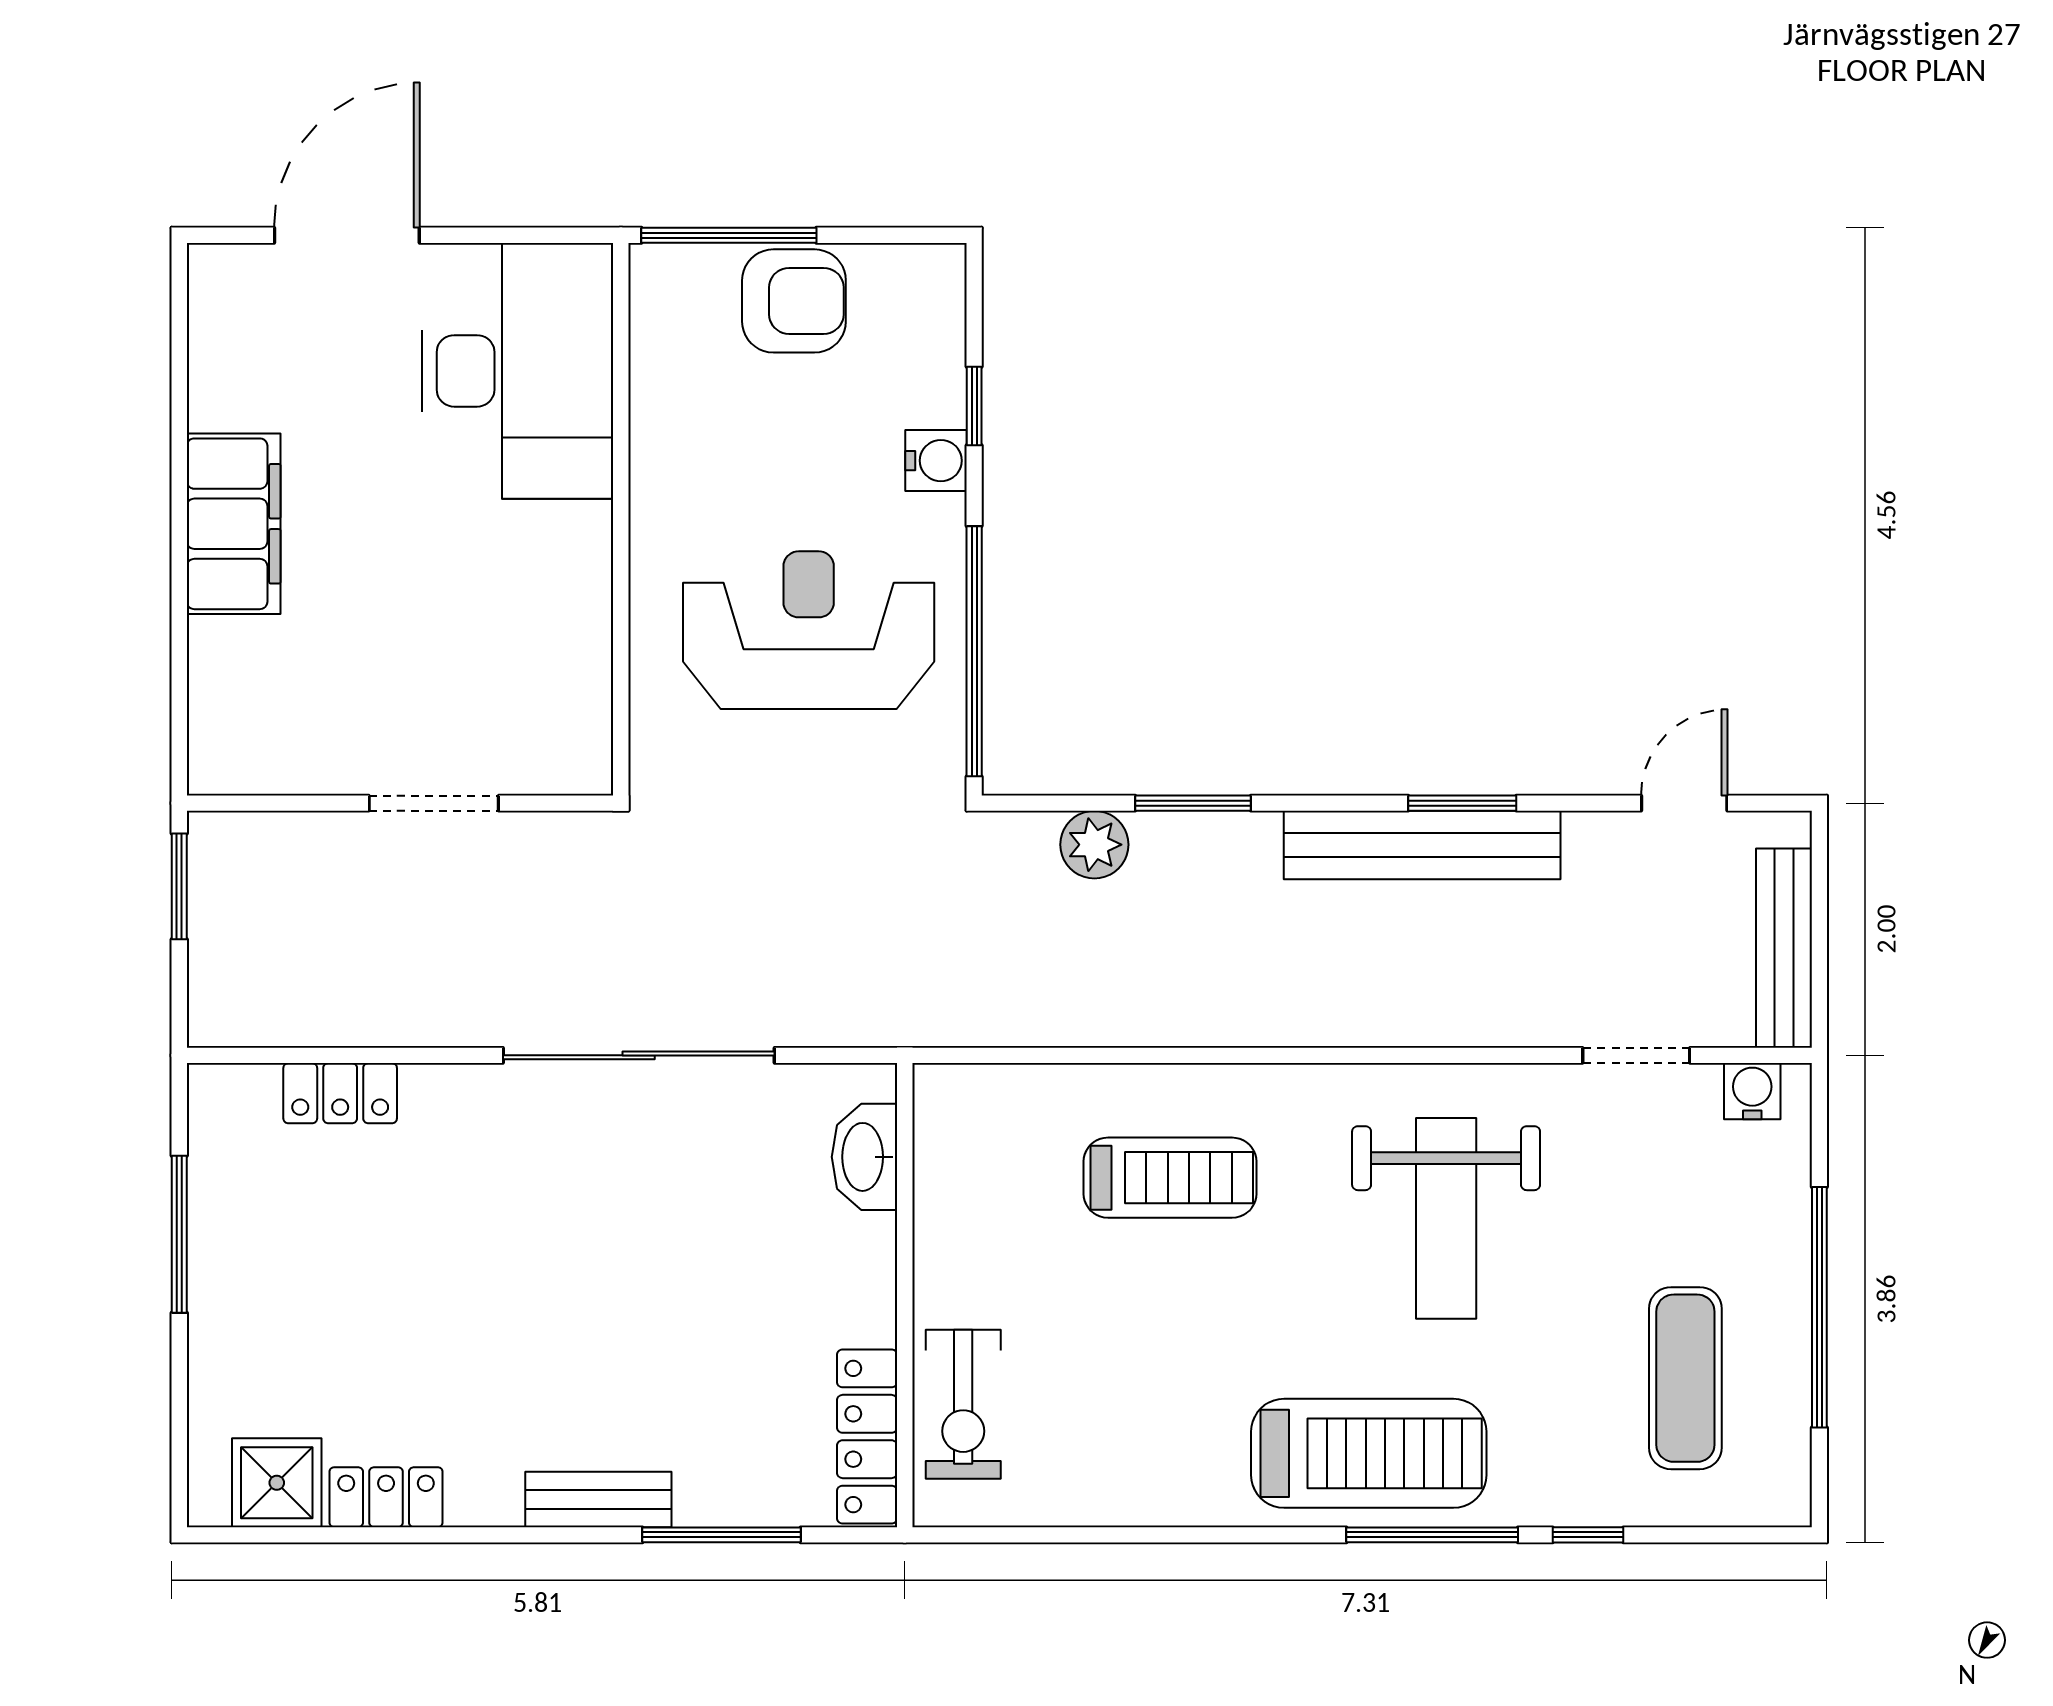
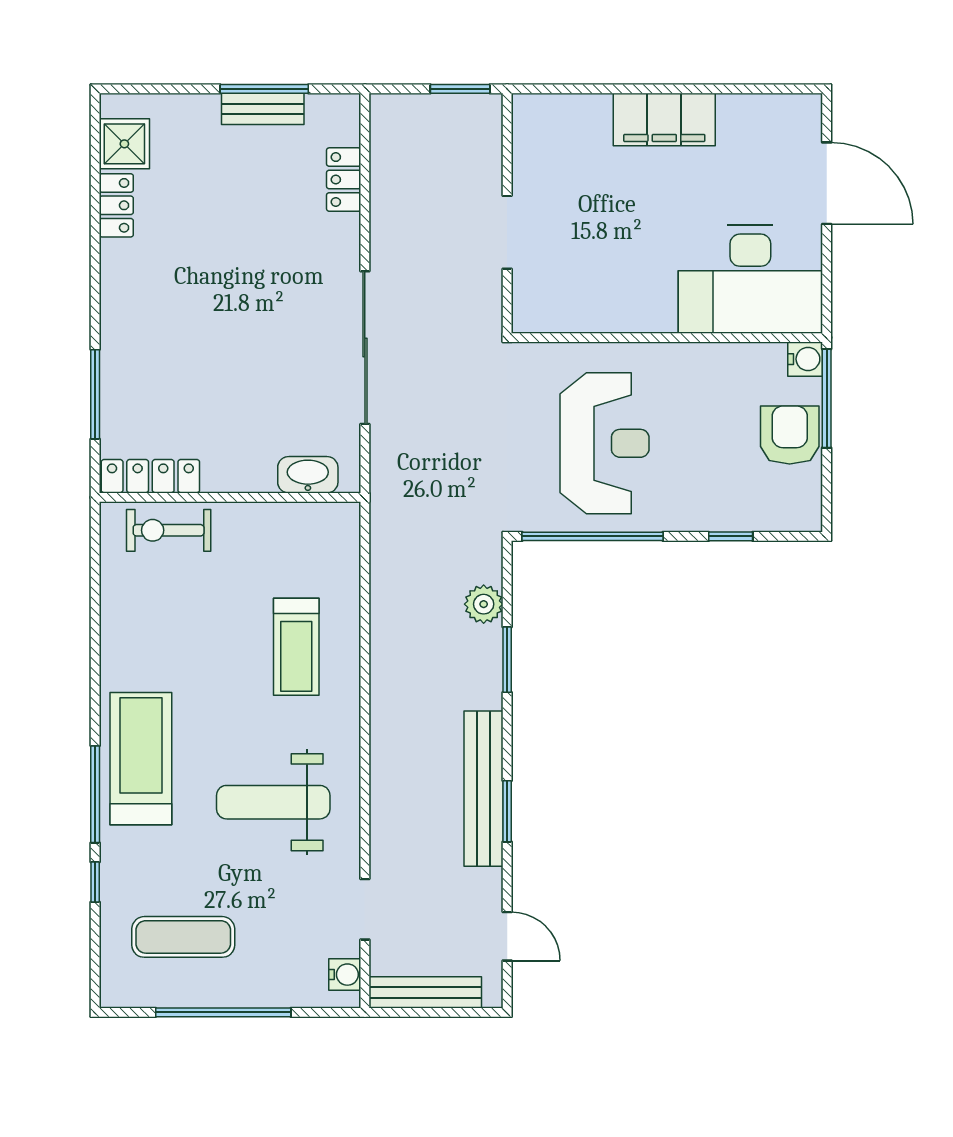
armchair: (794, 301) -> (790, 435), turned 180
water cooler: (936, 461) -> (805, 359), moved, turned -90
treadmill: (1369, 1453) -> (141, 759), turned 180
bench: (598, 1499) -> (263, 109), moved, turned 90

